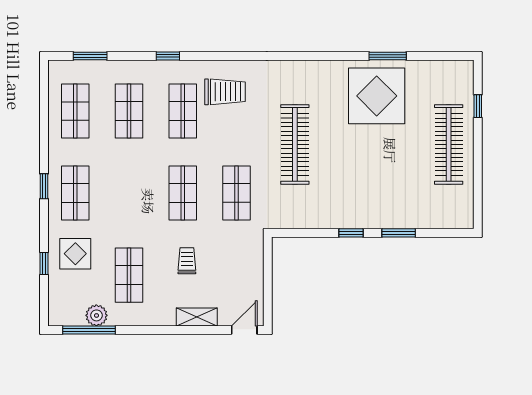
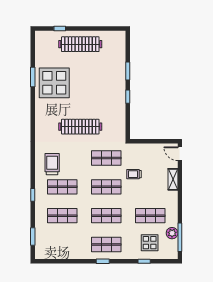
shop shelf: (75, 111) -> (106, 216), moved
display table: (75, 254) -> (150, 243), moved
trolley: (187, 261) -> (134, 174), moved

